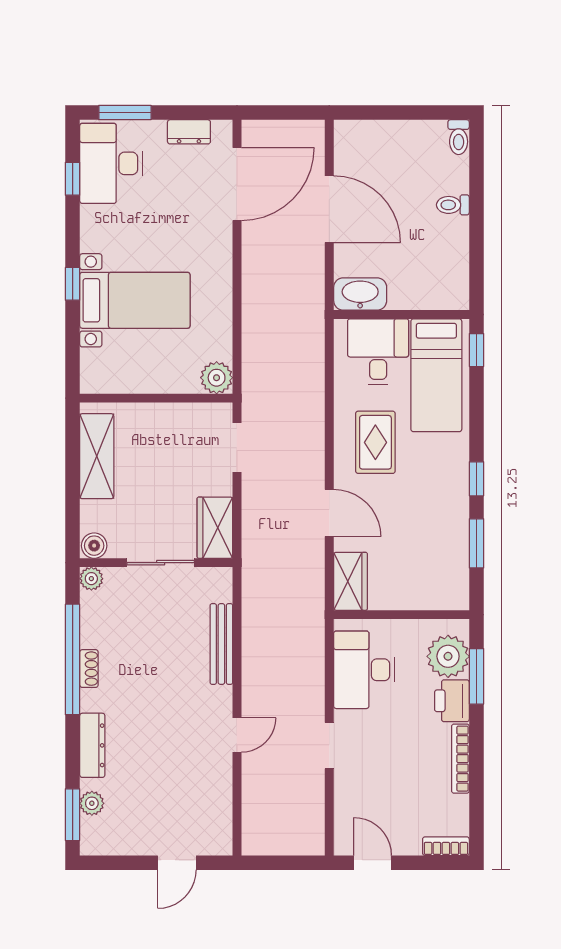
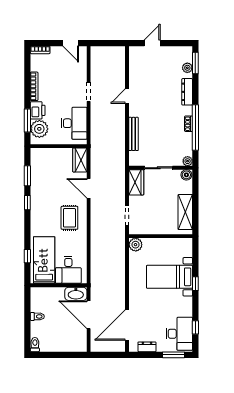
washbasin: (360, 294) -> (76, 294), moved
wall: (401, 314) -> (59, 285), moved
desk: (378, 352) -> (68, 270), moved
bed: (436, 375) -> (44, 260), moved

